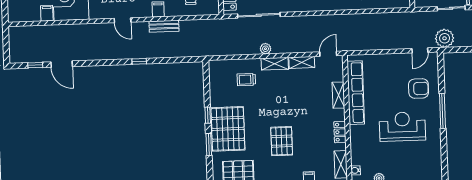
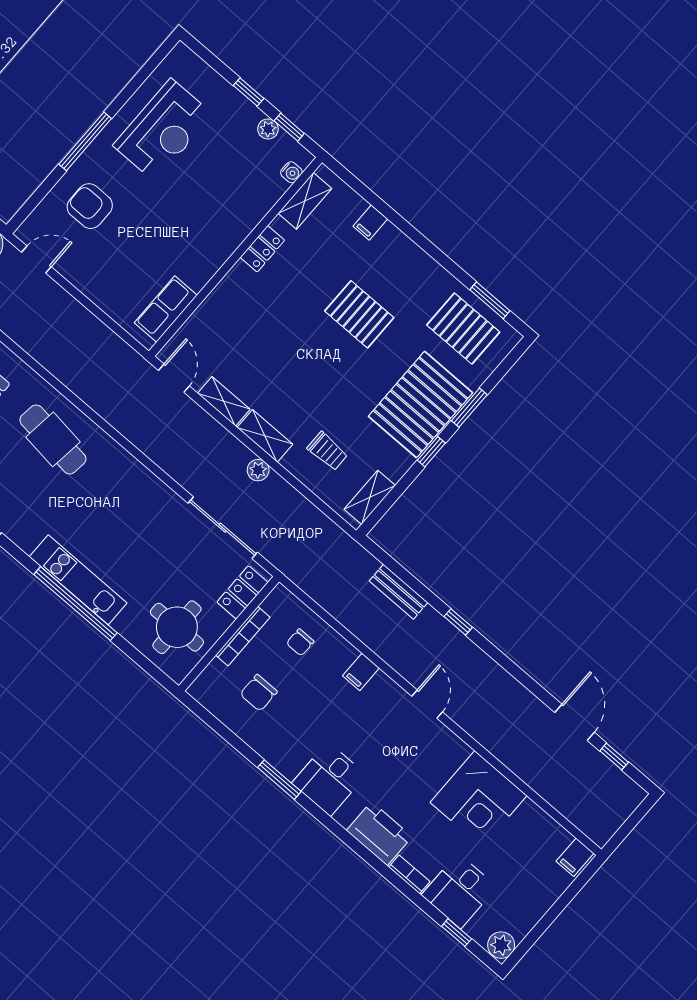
filing cabinet: (47, 13) -> (575, 857), moved
bench: (164, 26) -> (398, 592), moved
door: (328, 54) -> (174, 378), swing flipped
row of seats: (356, 93) -> (166, 309), width x0.50
shelving: (338, 95) -> (370, 497), moved
reception desk: (402, 127) -> (163, 130), moved, turned -90
pallet: (282, 141) -> (359, 314), turned 90

